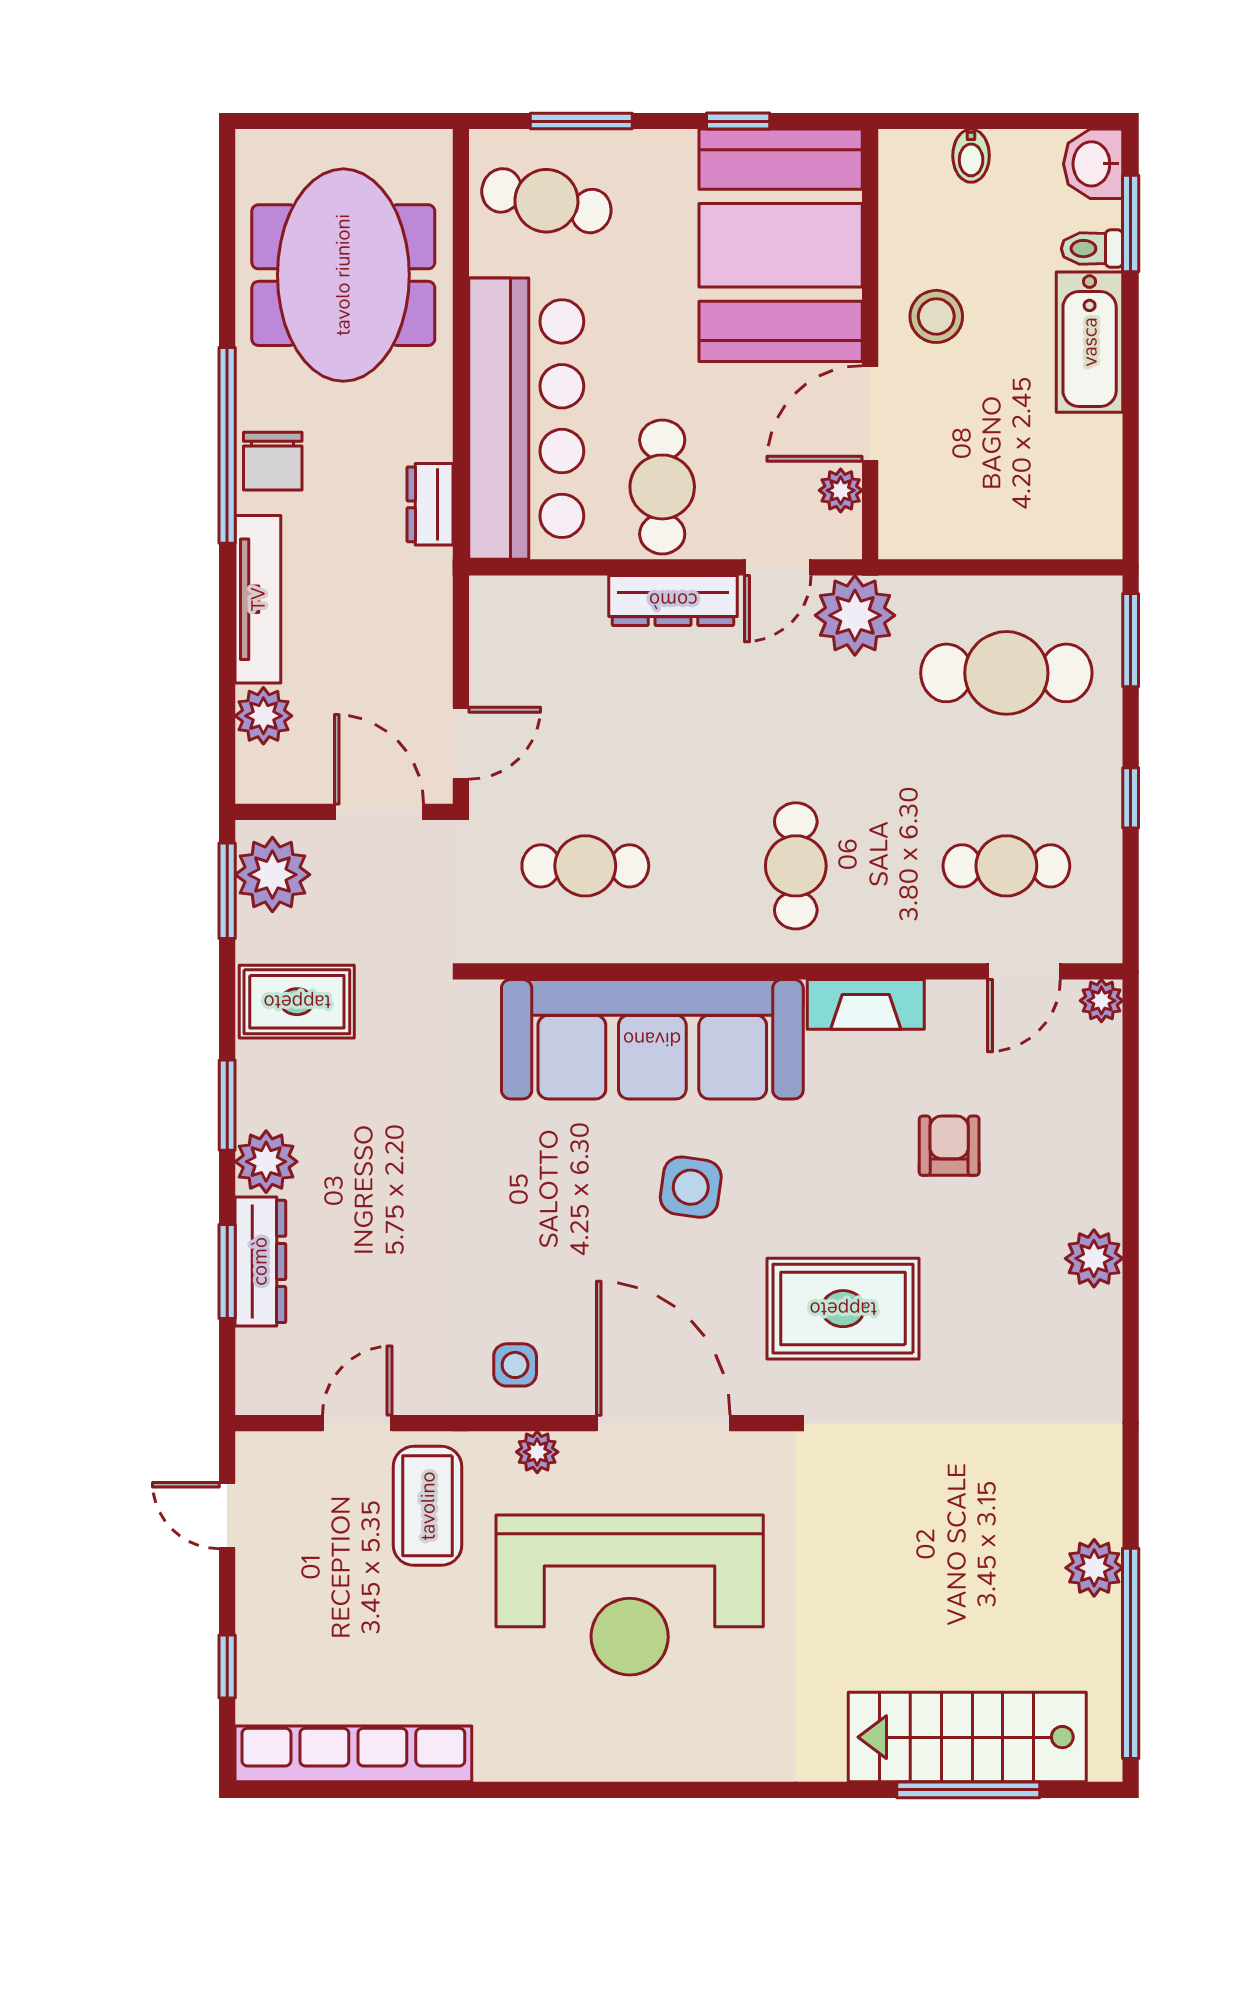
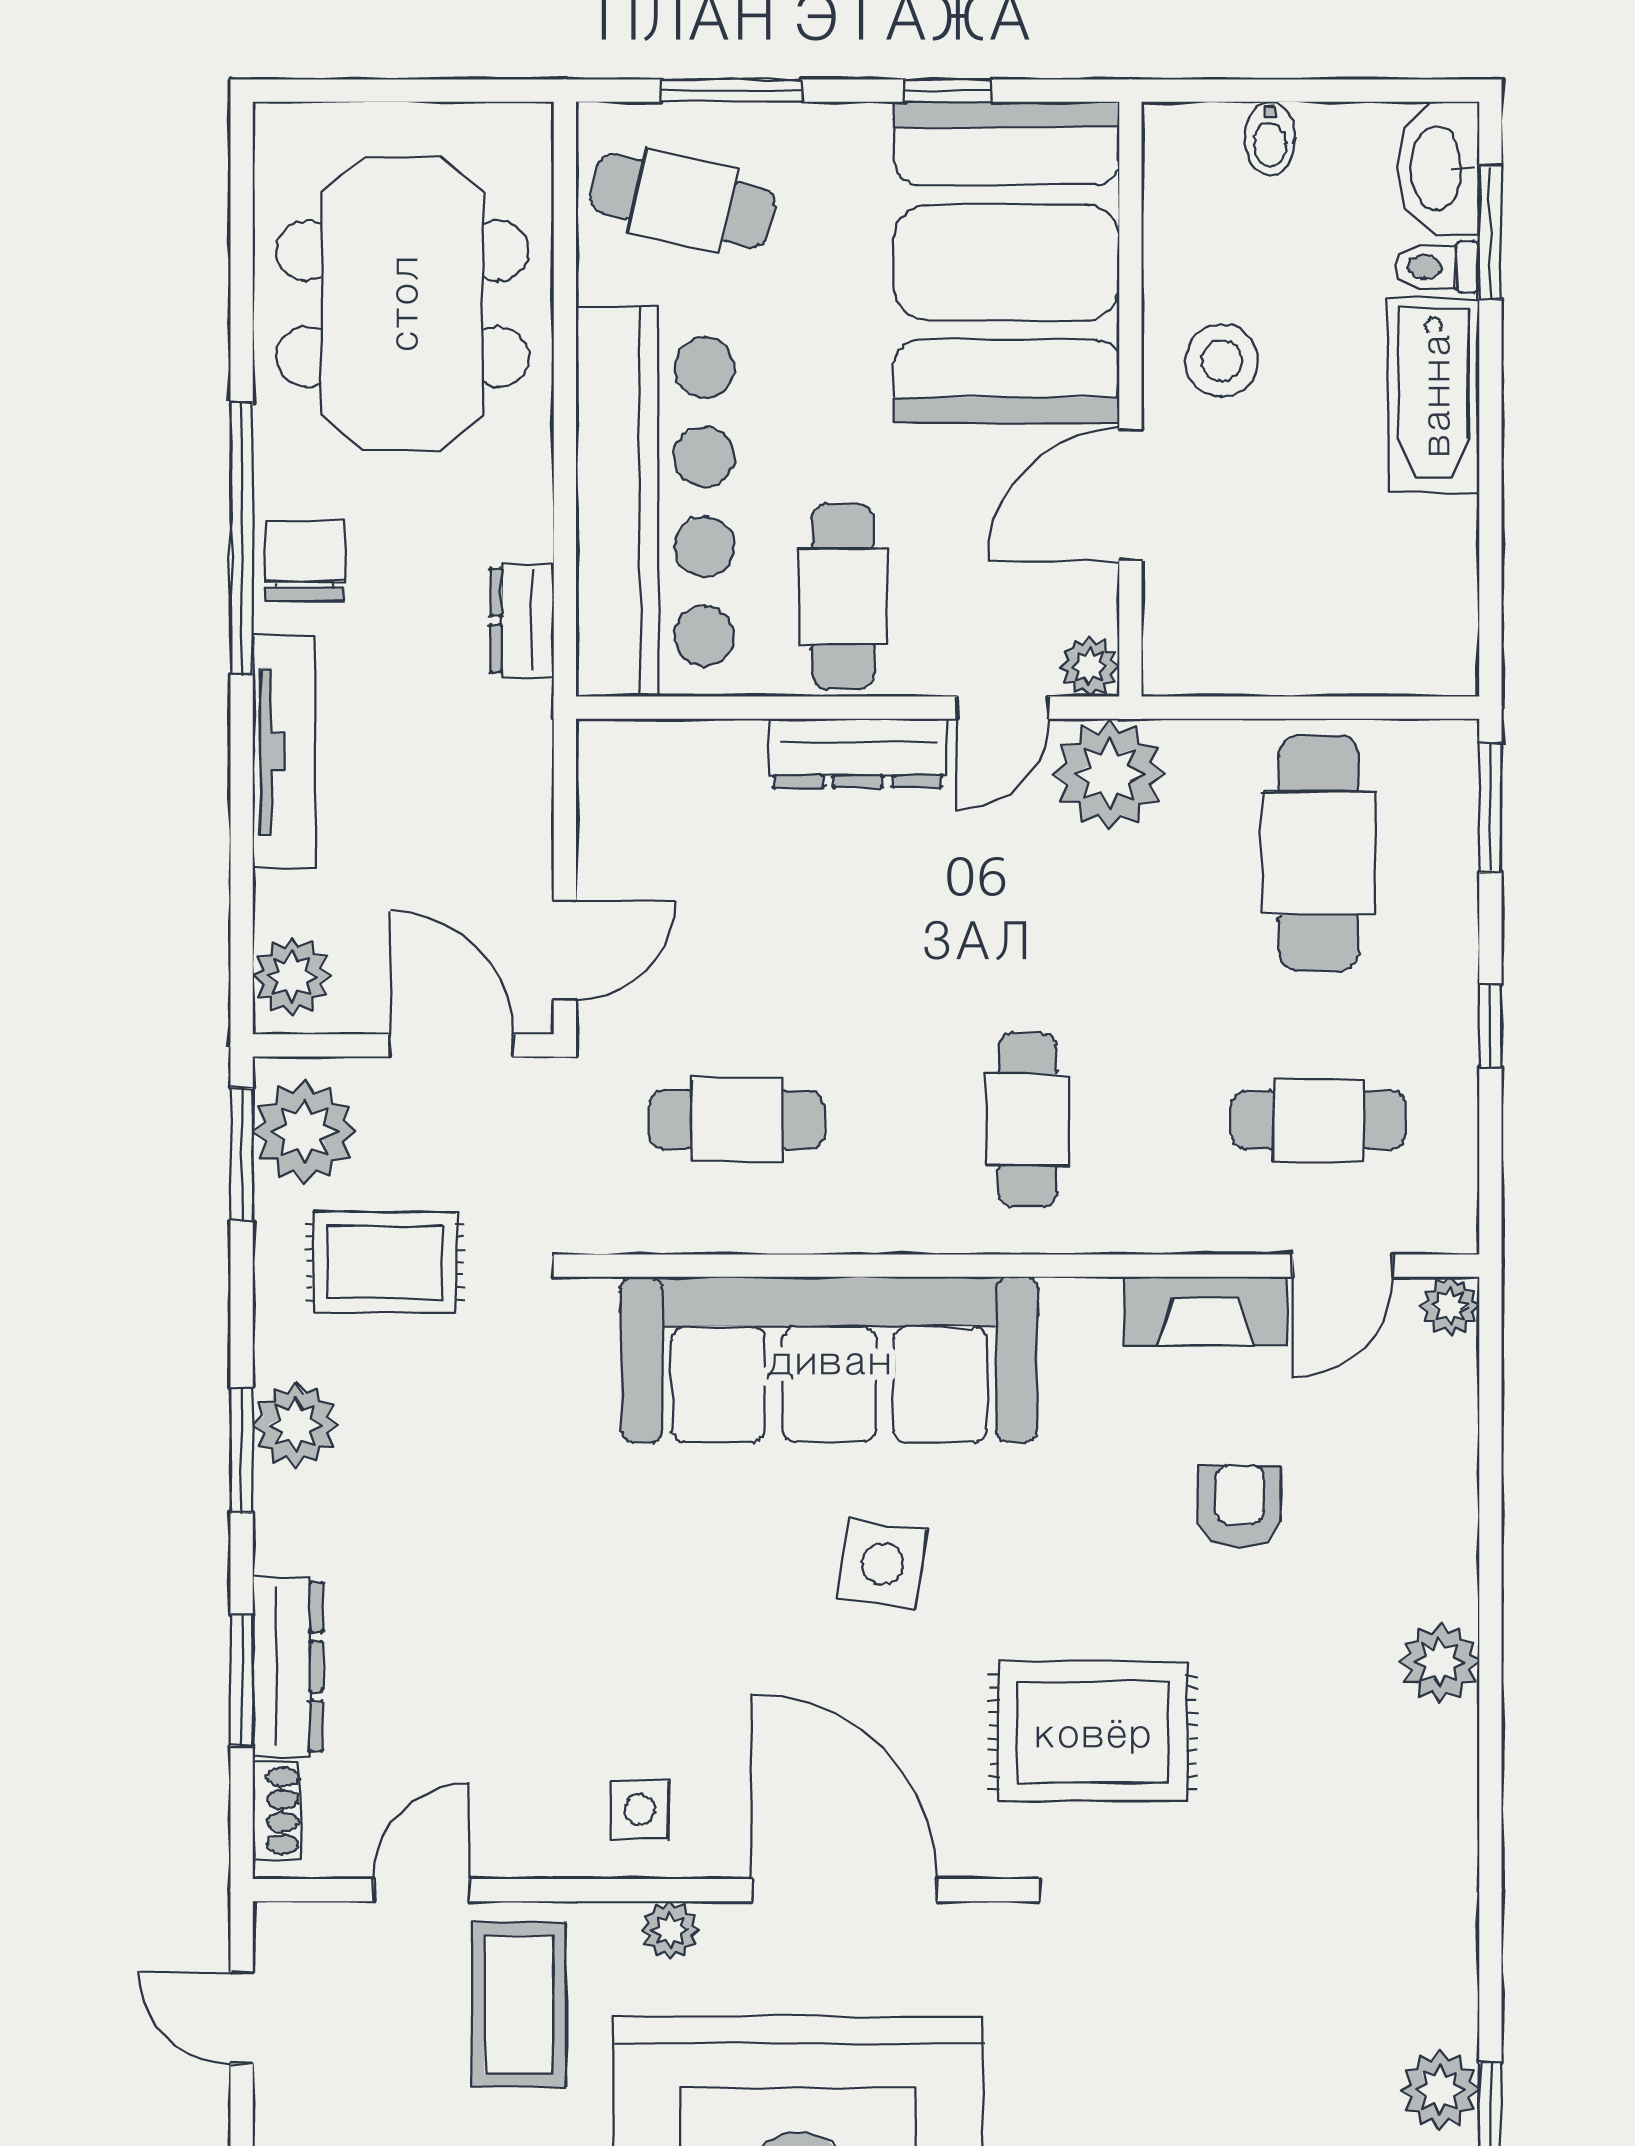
washbasin: (1093, 164) -> (1439, 168), width x1.38
chair: (273, 461) -> (305, 561), turned 180
plant: (841, 490) -> (1090, 667), moved
cafe table: (1006, 673) -> (1319, 853), turned 90
plant: (263, 716) -> (292, 976), moved
rug: (297, 1002) -> (385, 1262), moved
fireplace: (866, 1004) -> (1206, 1311), moved
plant: (266, 1162) -> (295, 1425), moved
shoe rack: (252, 1366) -> (276, 1811), added

